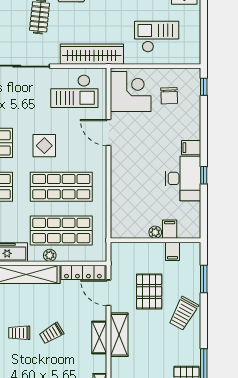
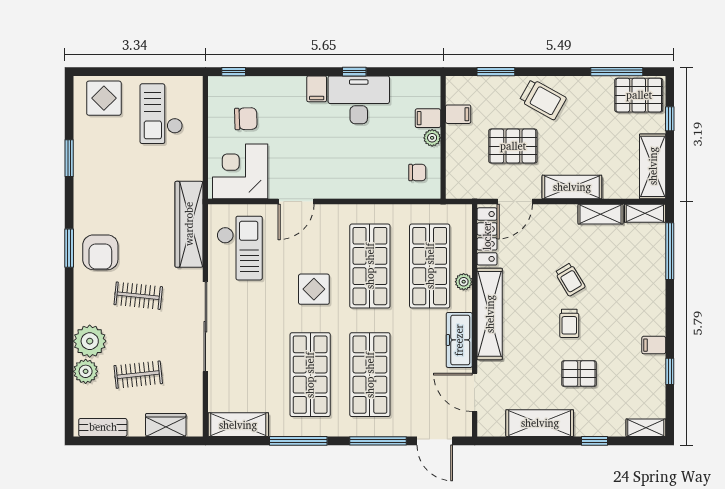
checkout: (157, 37) -> (161, 114), moved
chair: (130, 221) -> (417, 173), added
shelving: (99, 338) -> (601, 214), moved

